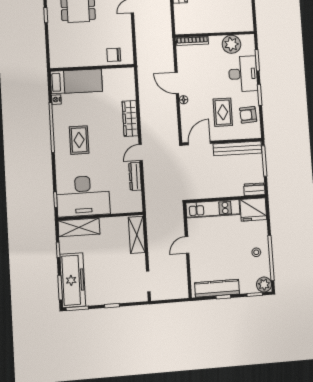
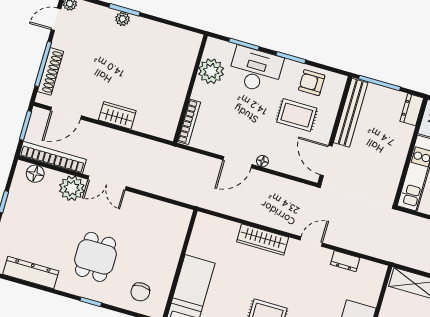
chair: (114, 55) -> (140, 292), moved
armchair: (248, 115) -> (312, 83), turned 94
door: (141, 152) -> (311, 241), swing flipped
dresser: (135, 176) -> (345, 261), width x0.70

